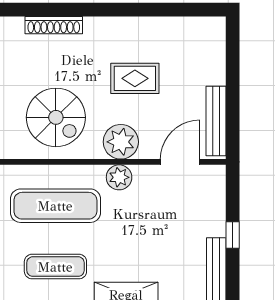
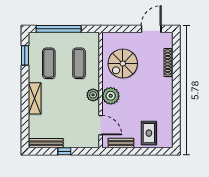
rug: (135, 78) -> (149, 133), moved
bench: (216, 121) -> (121, 143), width x0.73
exercise mat: (55, 206) -> (79, 63), width x0.73, depth x0.69

